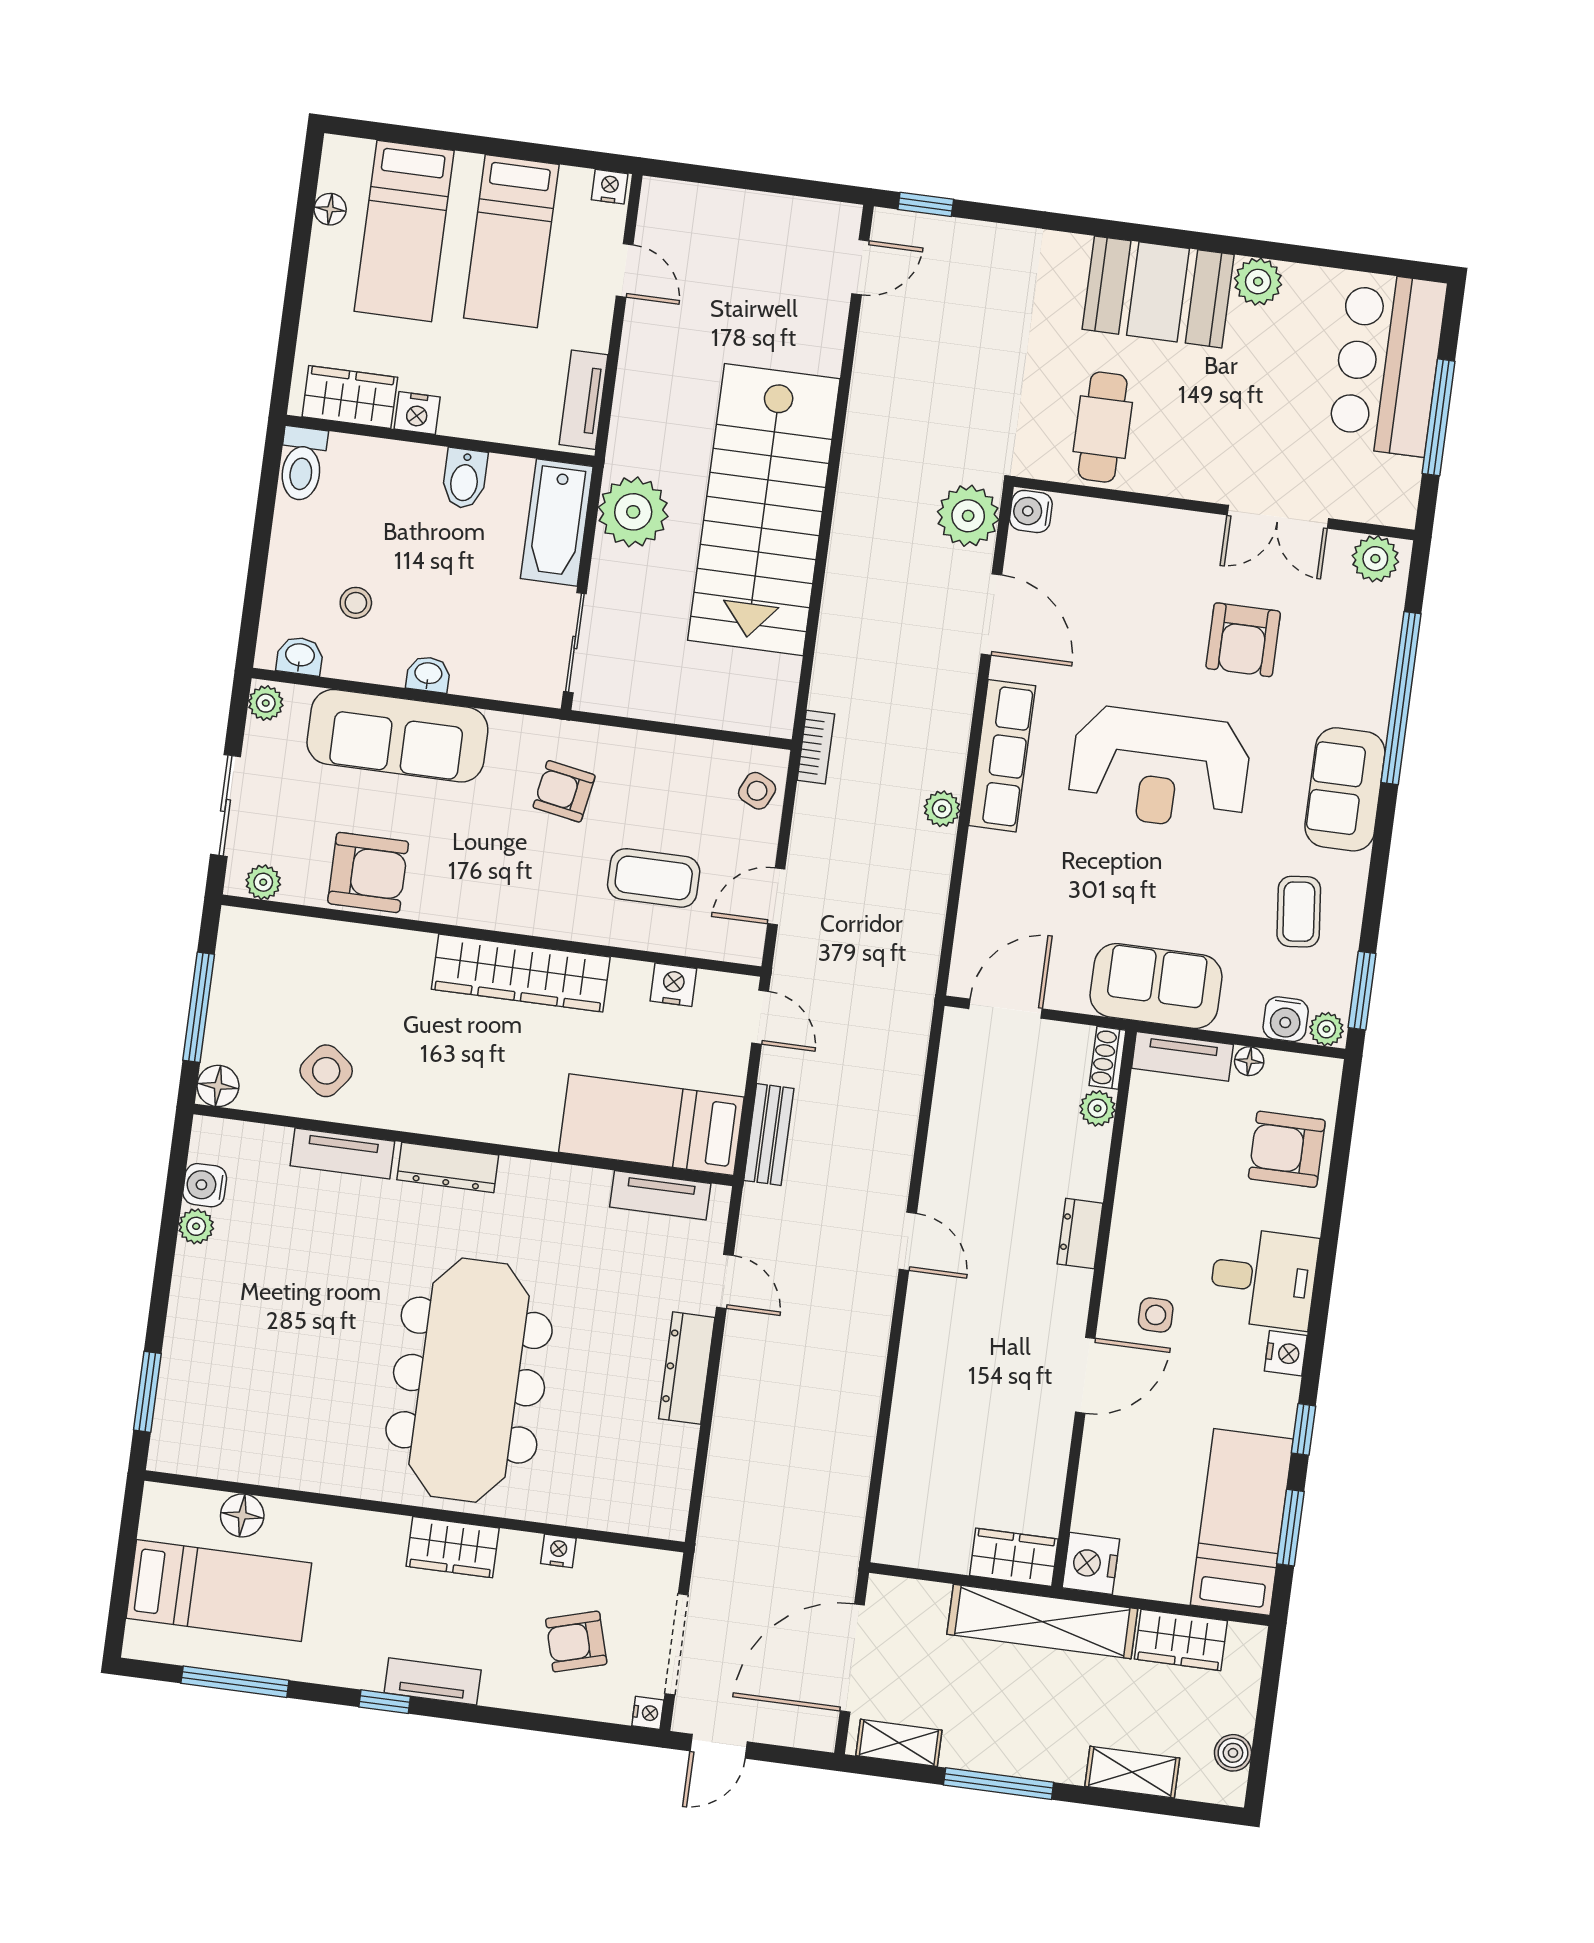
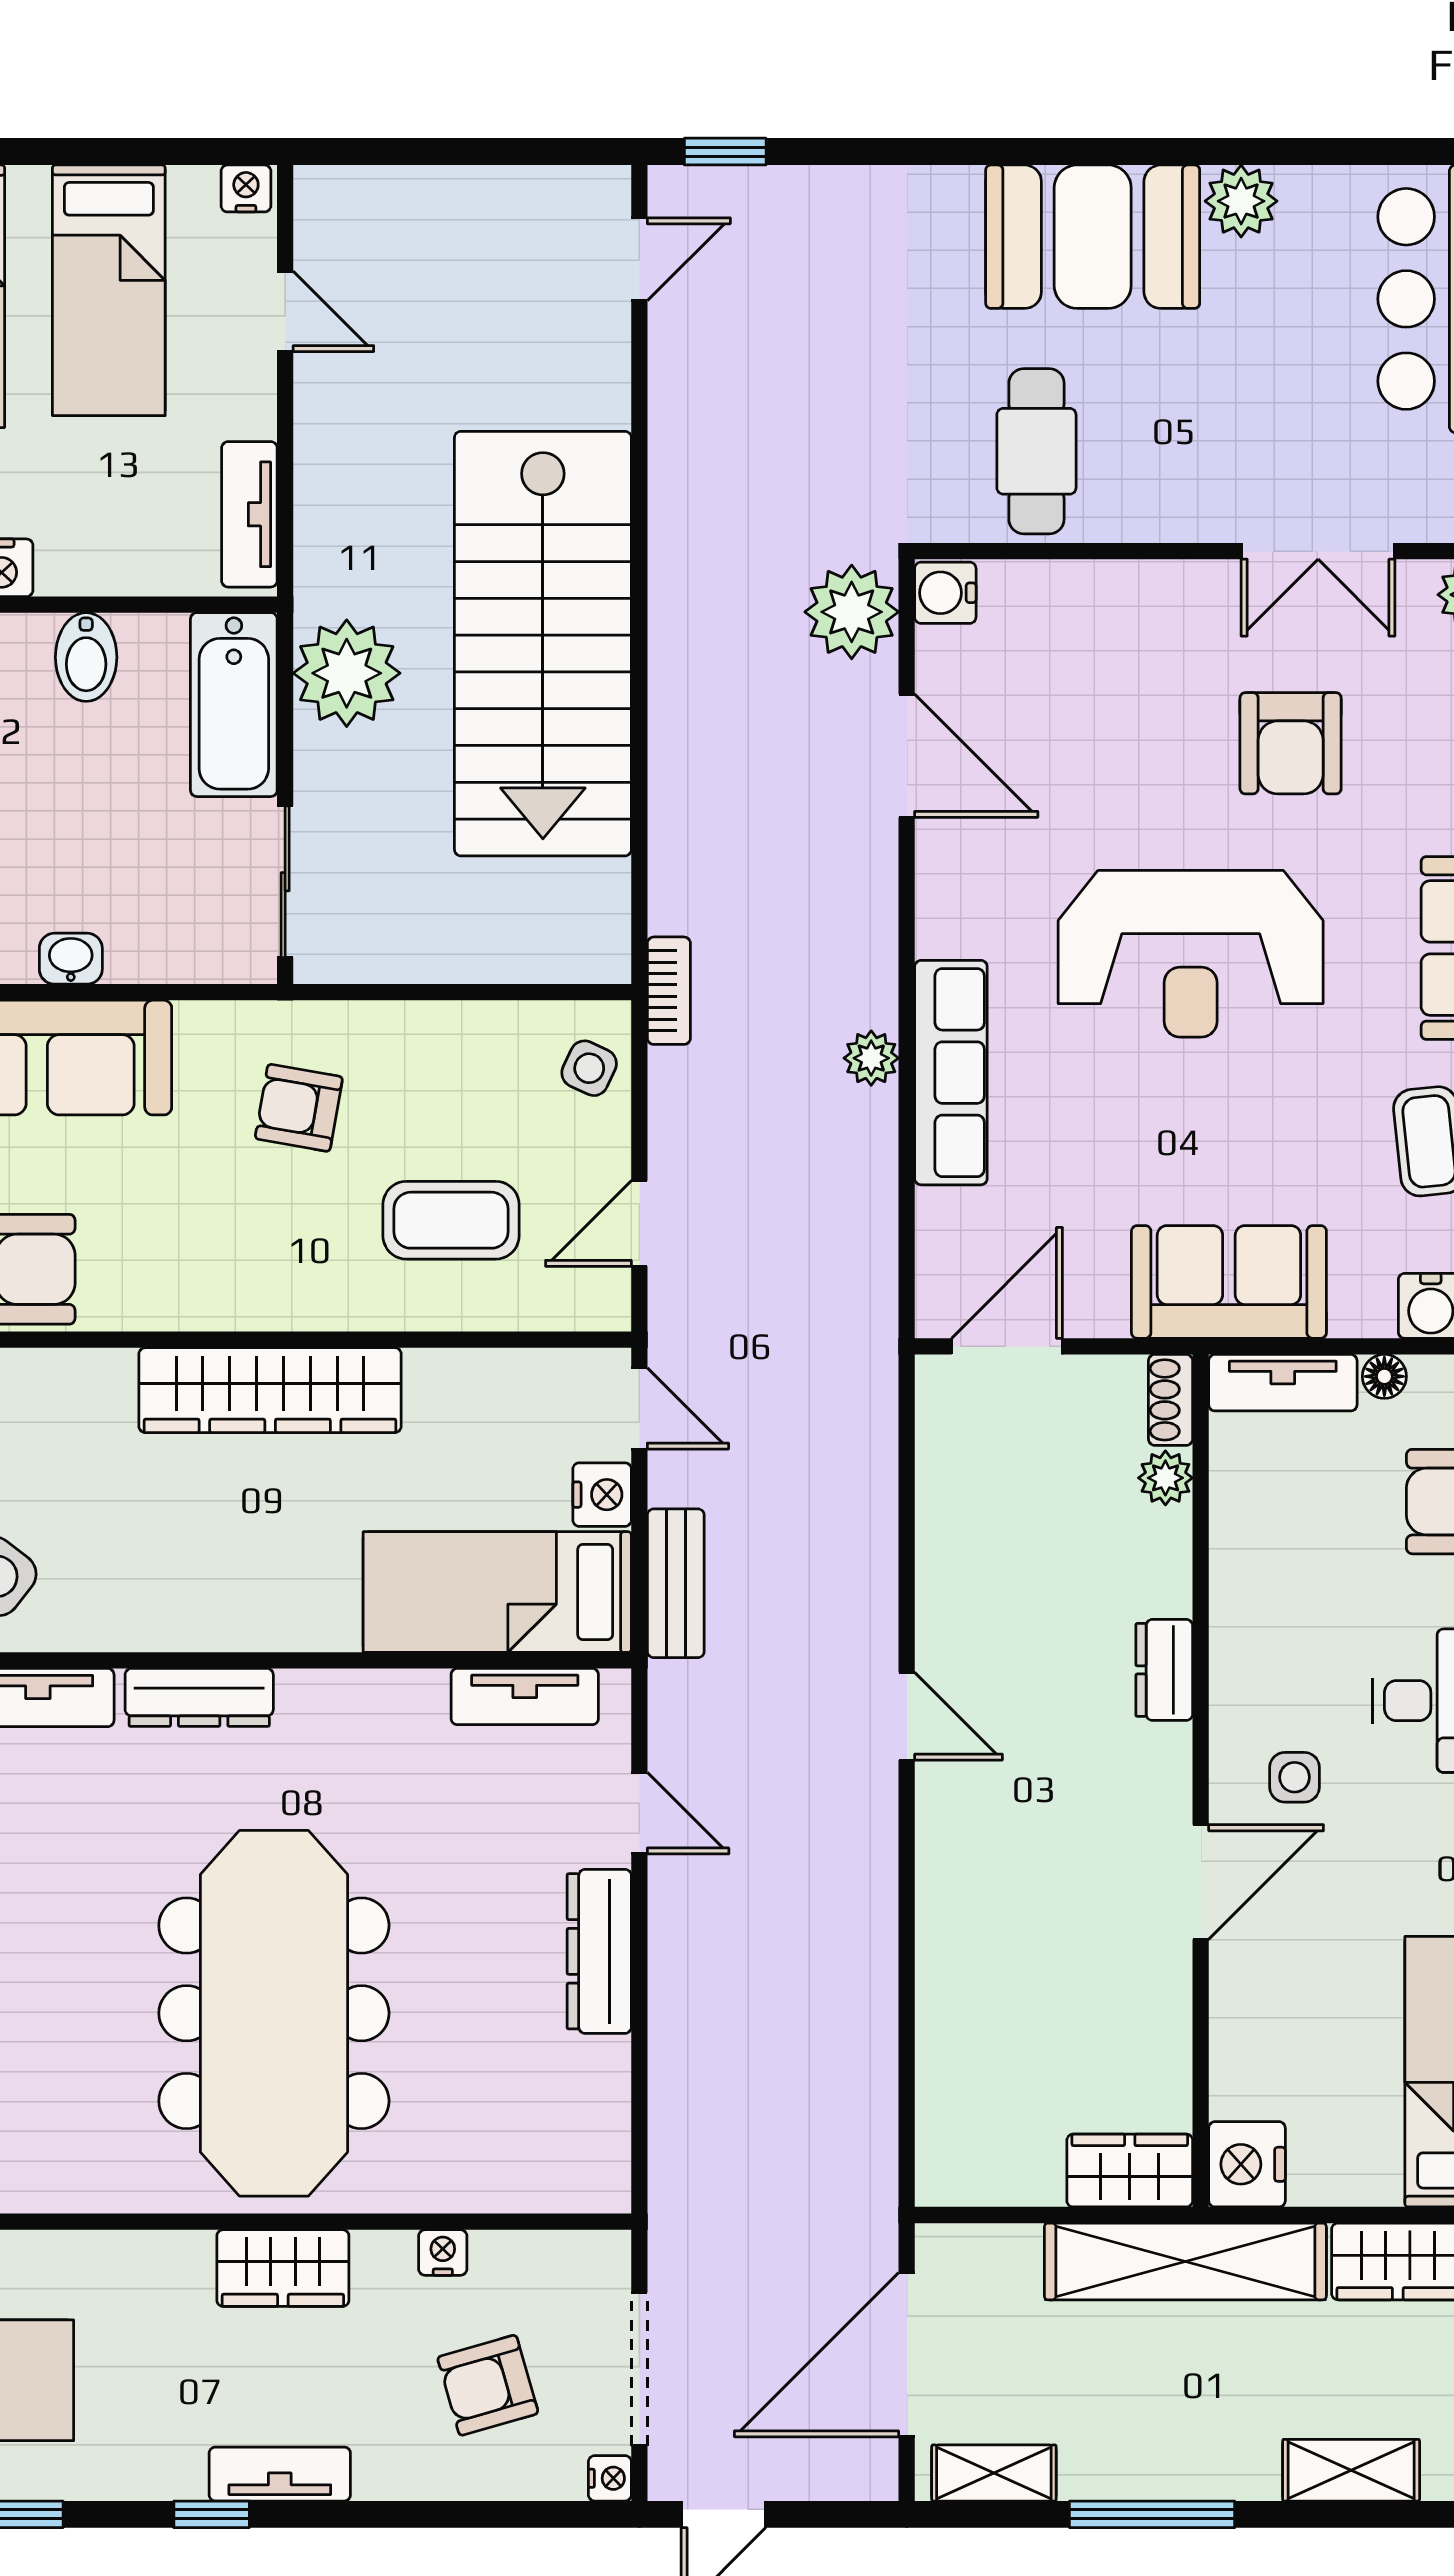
row of seats: (1002, 756) -> (951, 1073), moved
nightstand: (673, 985) -> (602, 1495), moved, turned 90

